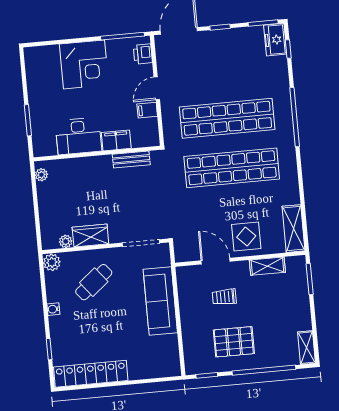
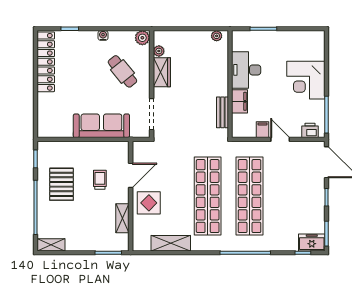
shelving: (294, 229) -> (171, 243), moved

